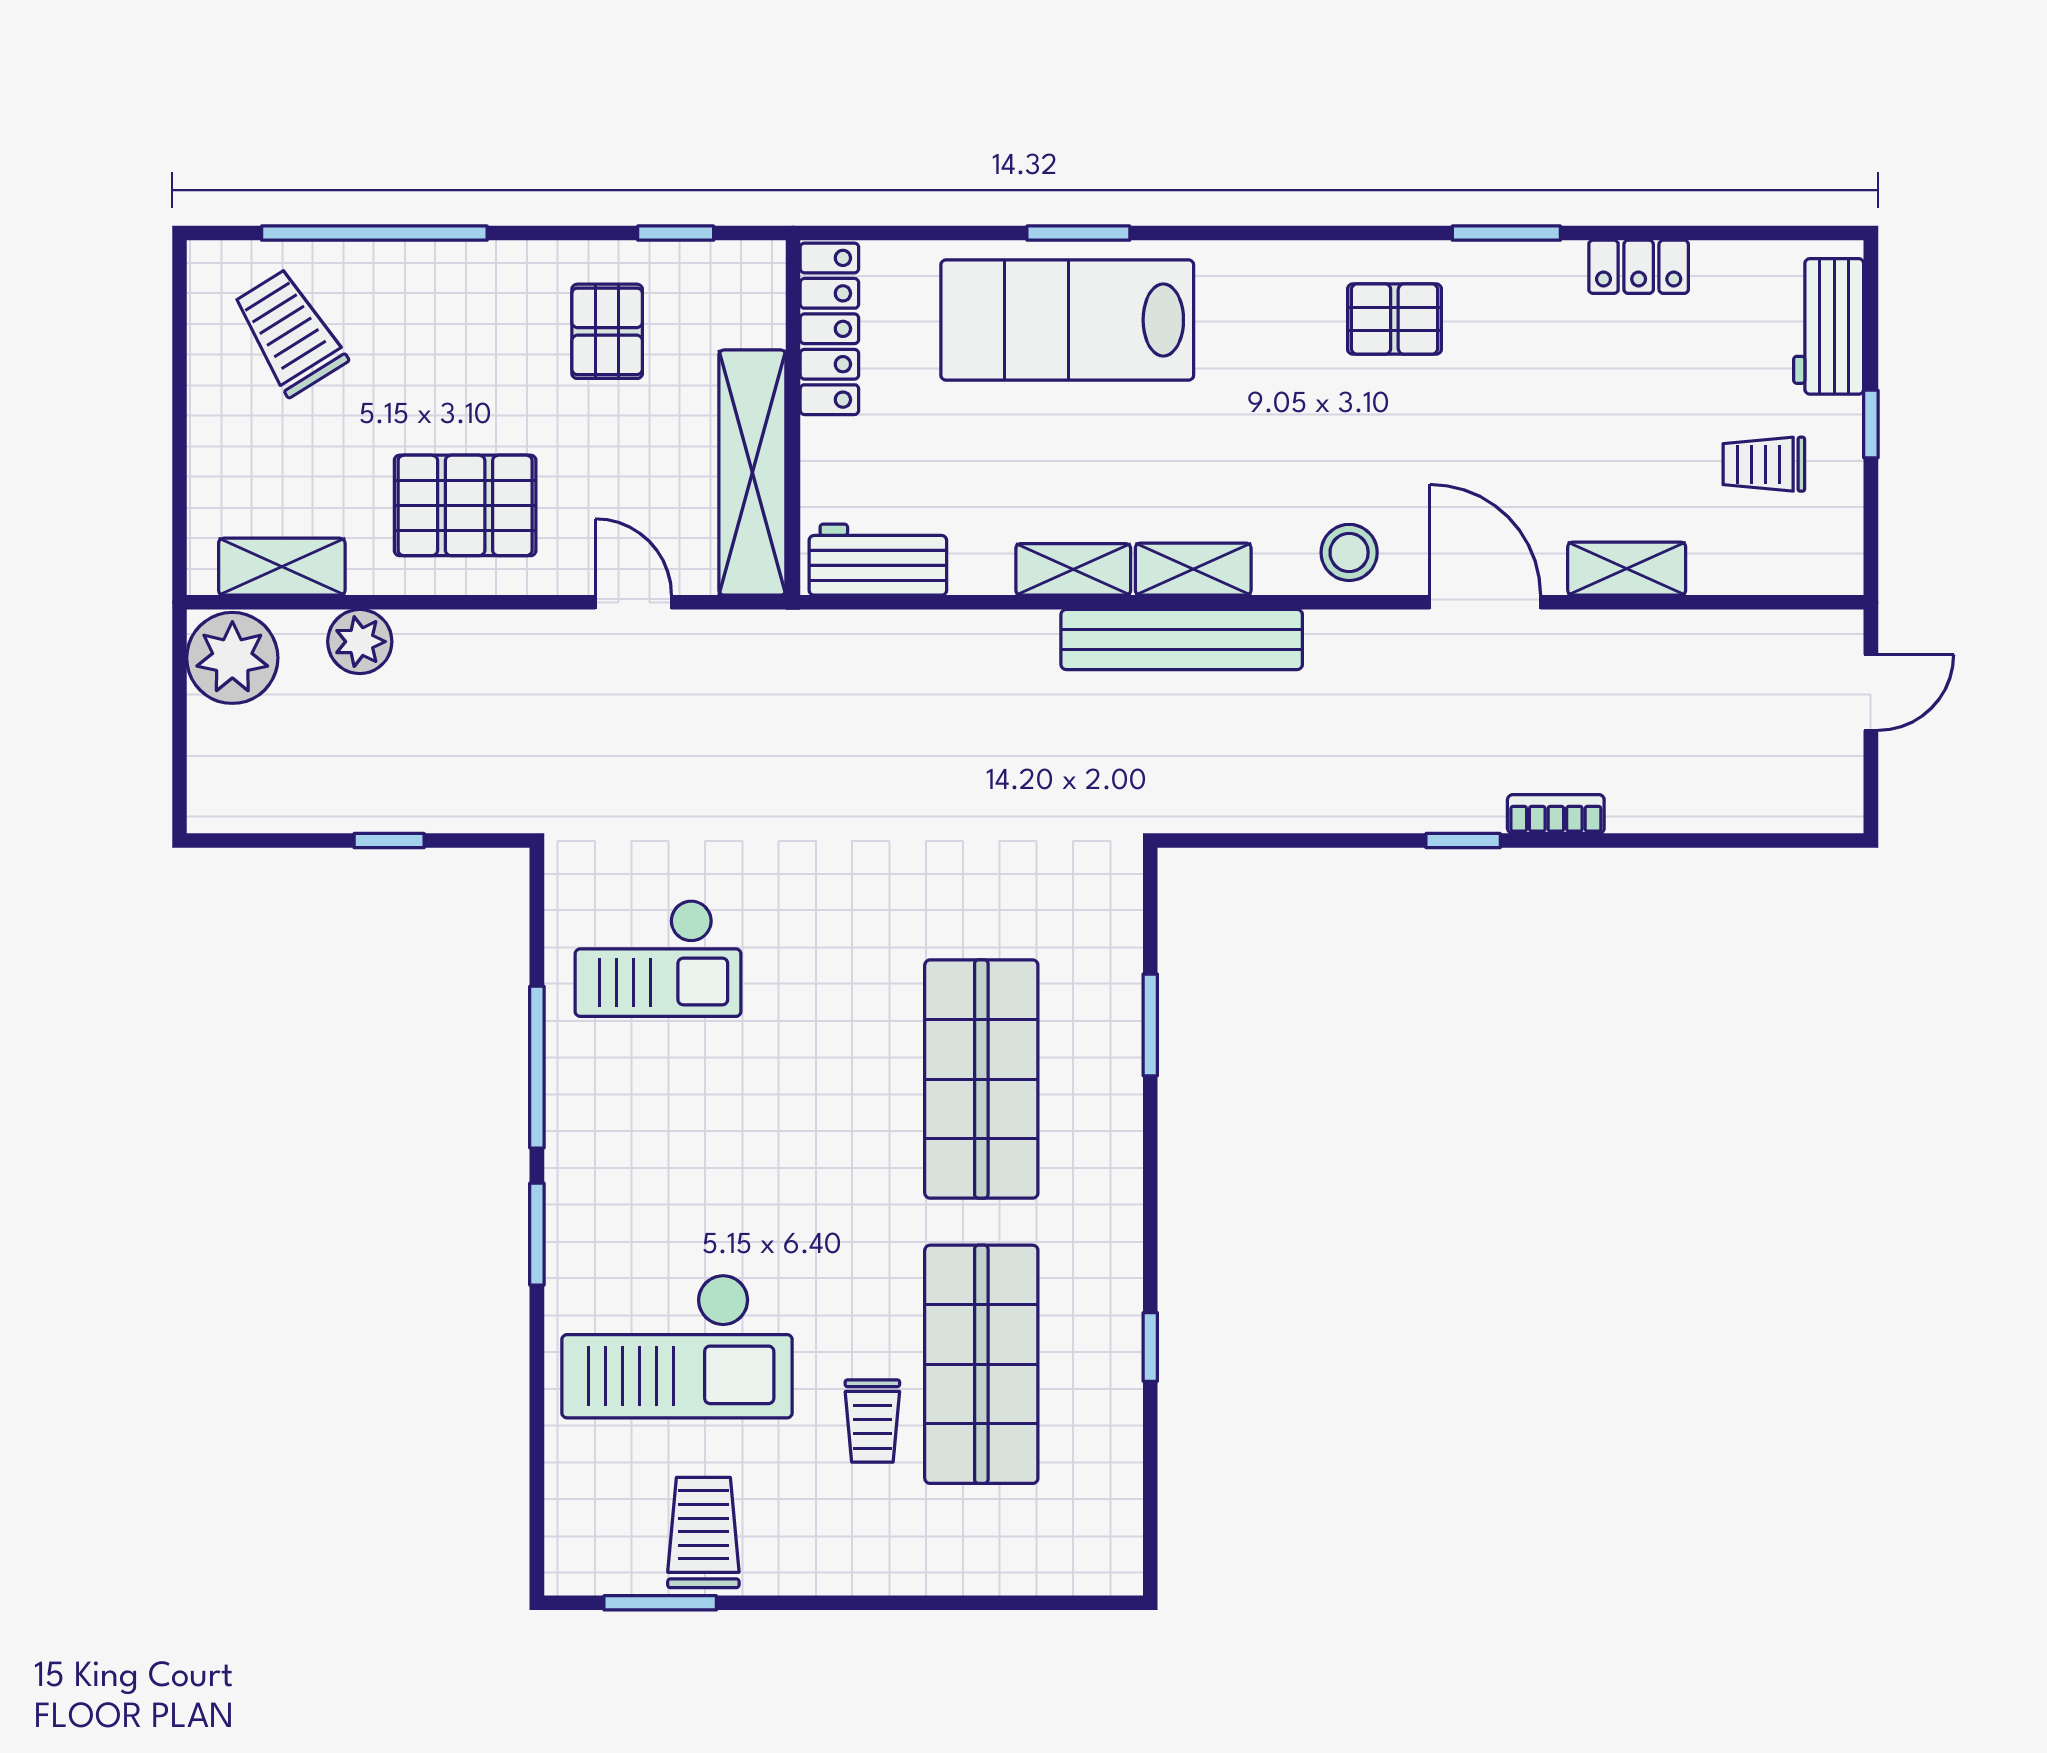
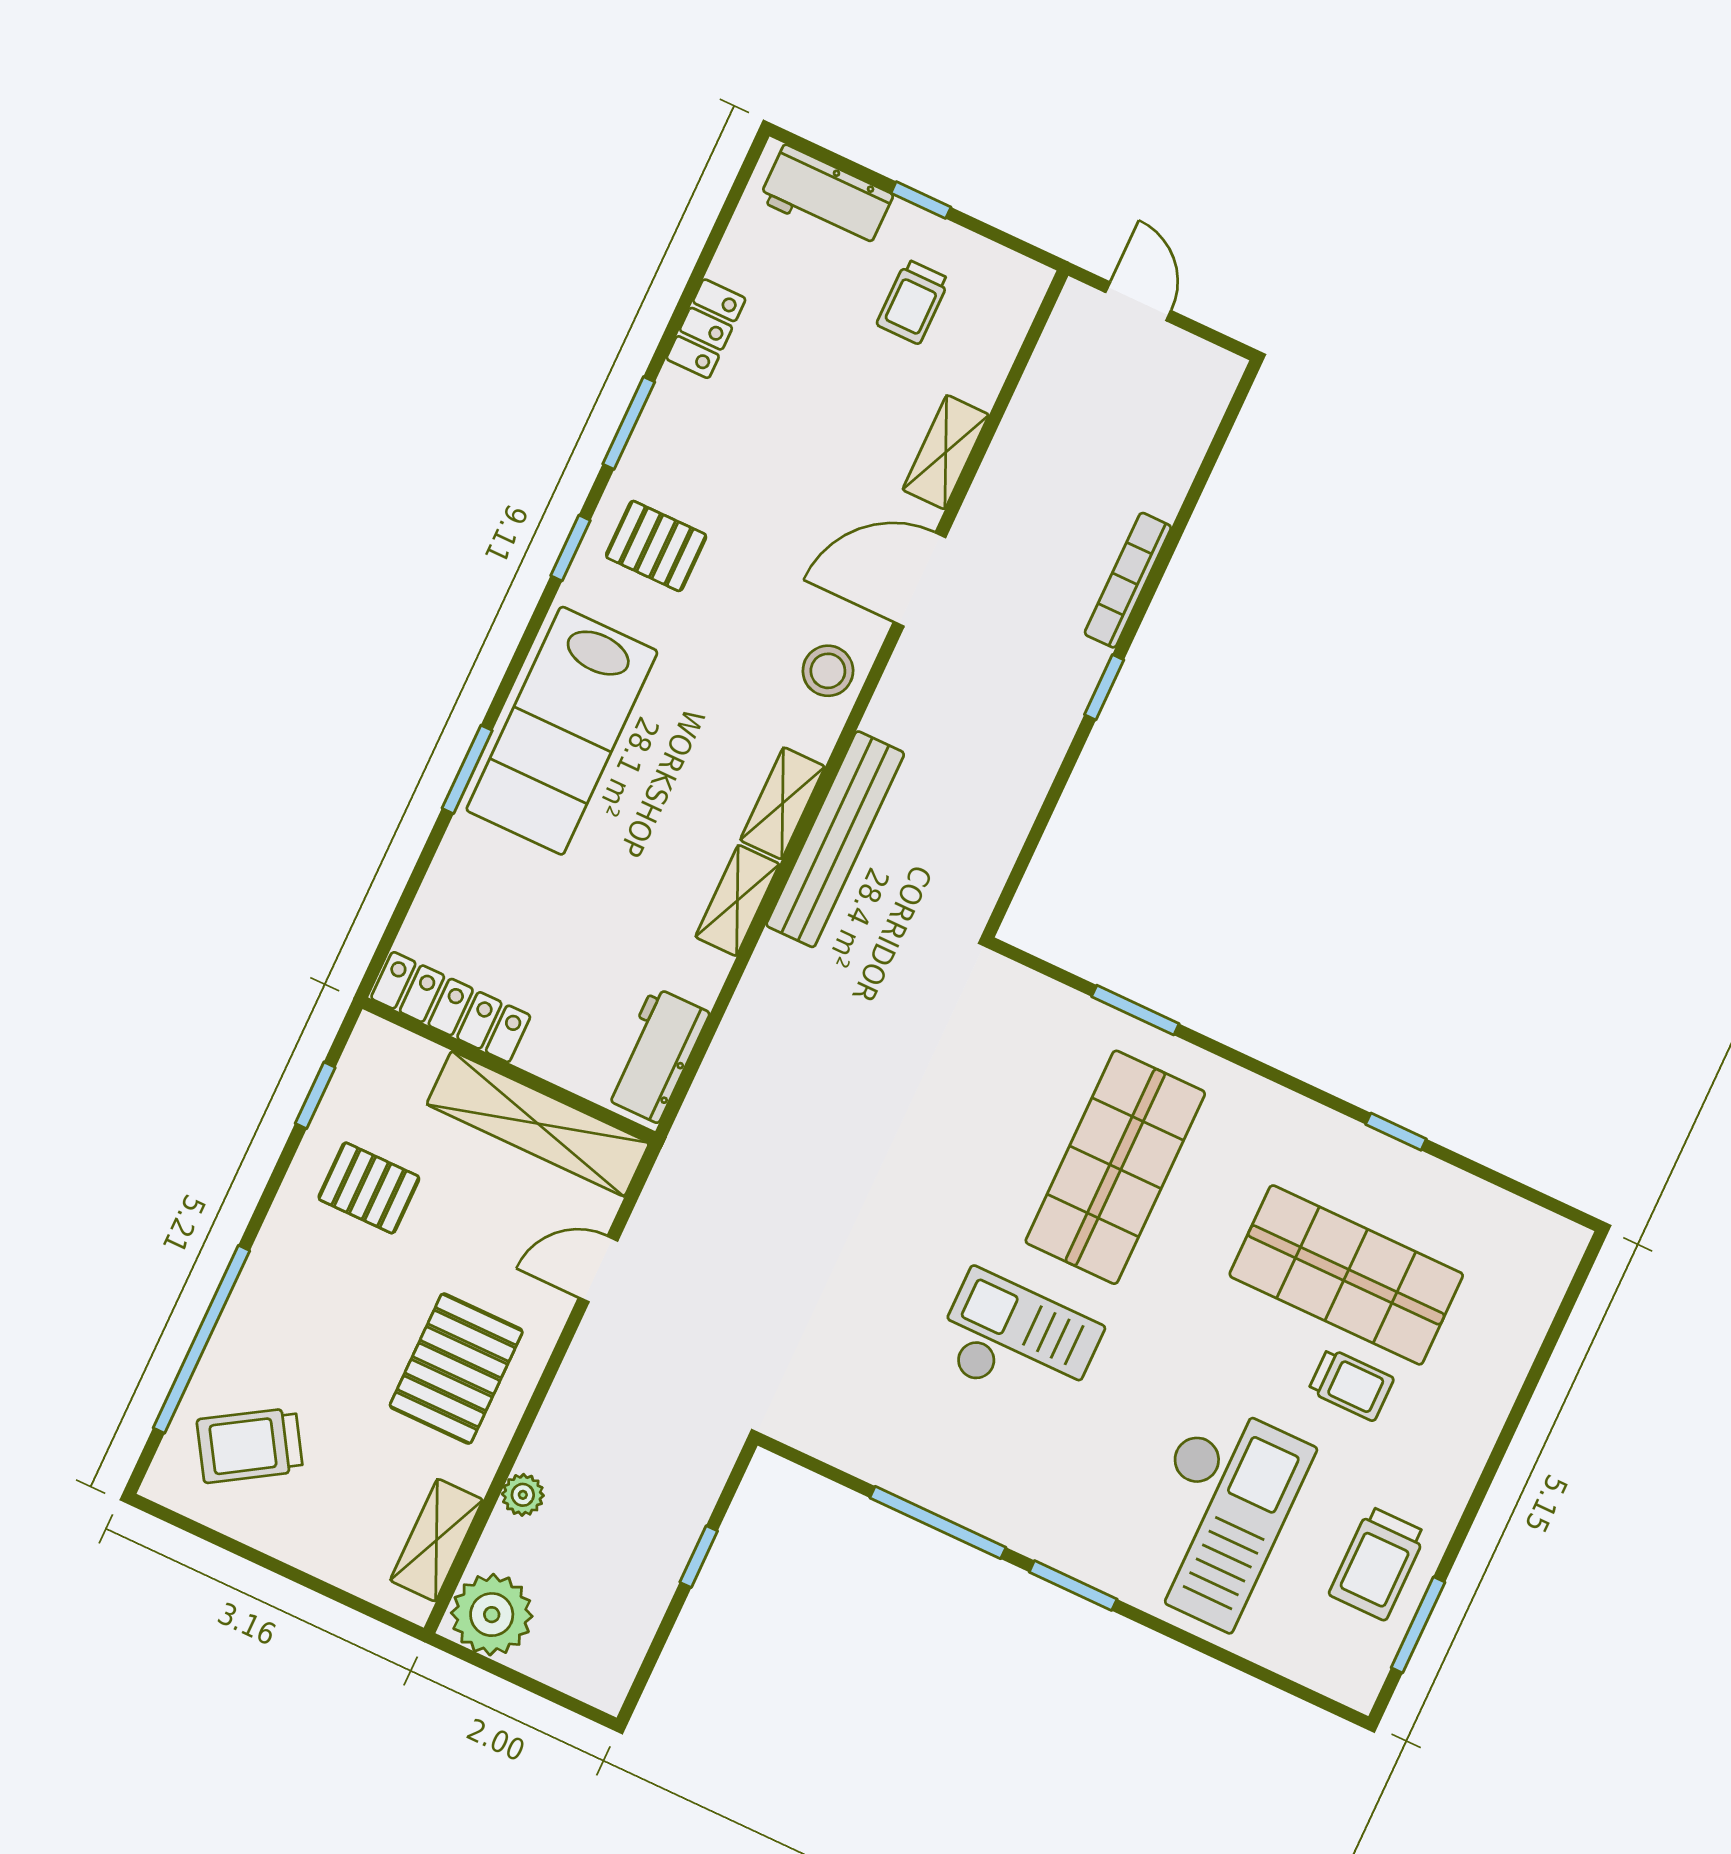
window: (1352, 233) -> (570, 548), added
pallet: (1394, 319) -> (656, 546), turned 90
lab bench: (1067, 320) -> (562, 731), moved
plant: (360, 642) -> (523, 1495), width x0.73, depth x0.73
bookcase: (1556, 814) -> (1128, 580), width x1.56
checkout: (658, 958) -> (1017, 1343), moved, turned -90
shop shelf: (981, 1079) -> (1115, 1167), turned 90
trolley: (703, 1533) -> (1377, 1563), turned -90

